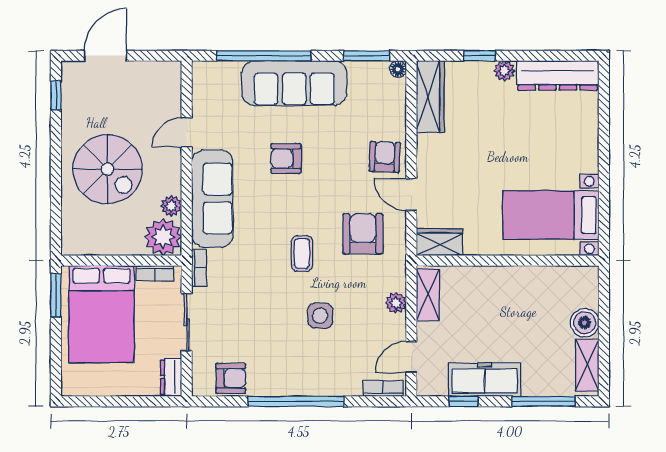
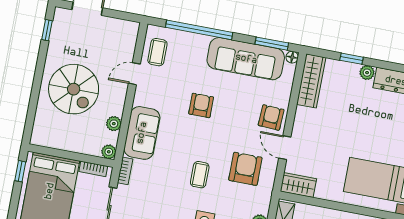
sofa: (294, 83) -> (246, 59), moved
coffee table: (213, 97) -> (157, 52), added
armchair: (286, 158) -> (201, 105), turned 90
sofa: (212, 199) -> (142, 133), width x0.73
plant: (163, 237) -> (109, 152), width x0.53, depth x0.53
window: (56, 295) -> (20, 171), width x0.67

